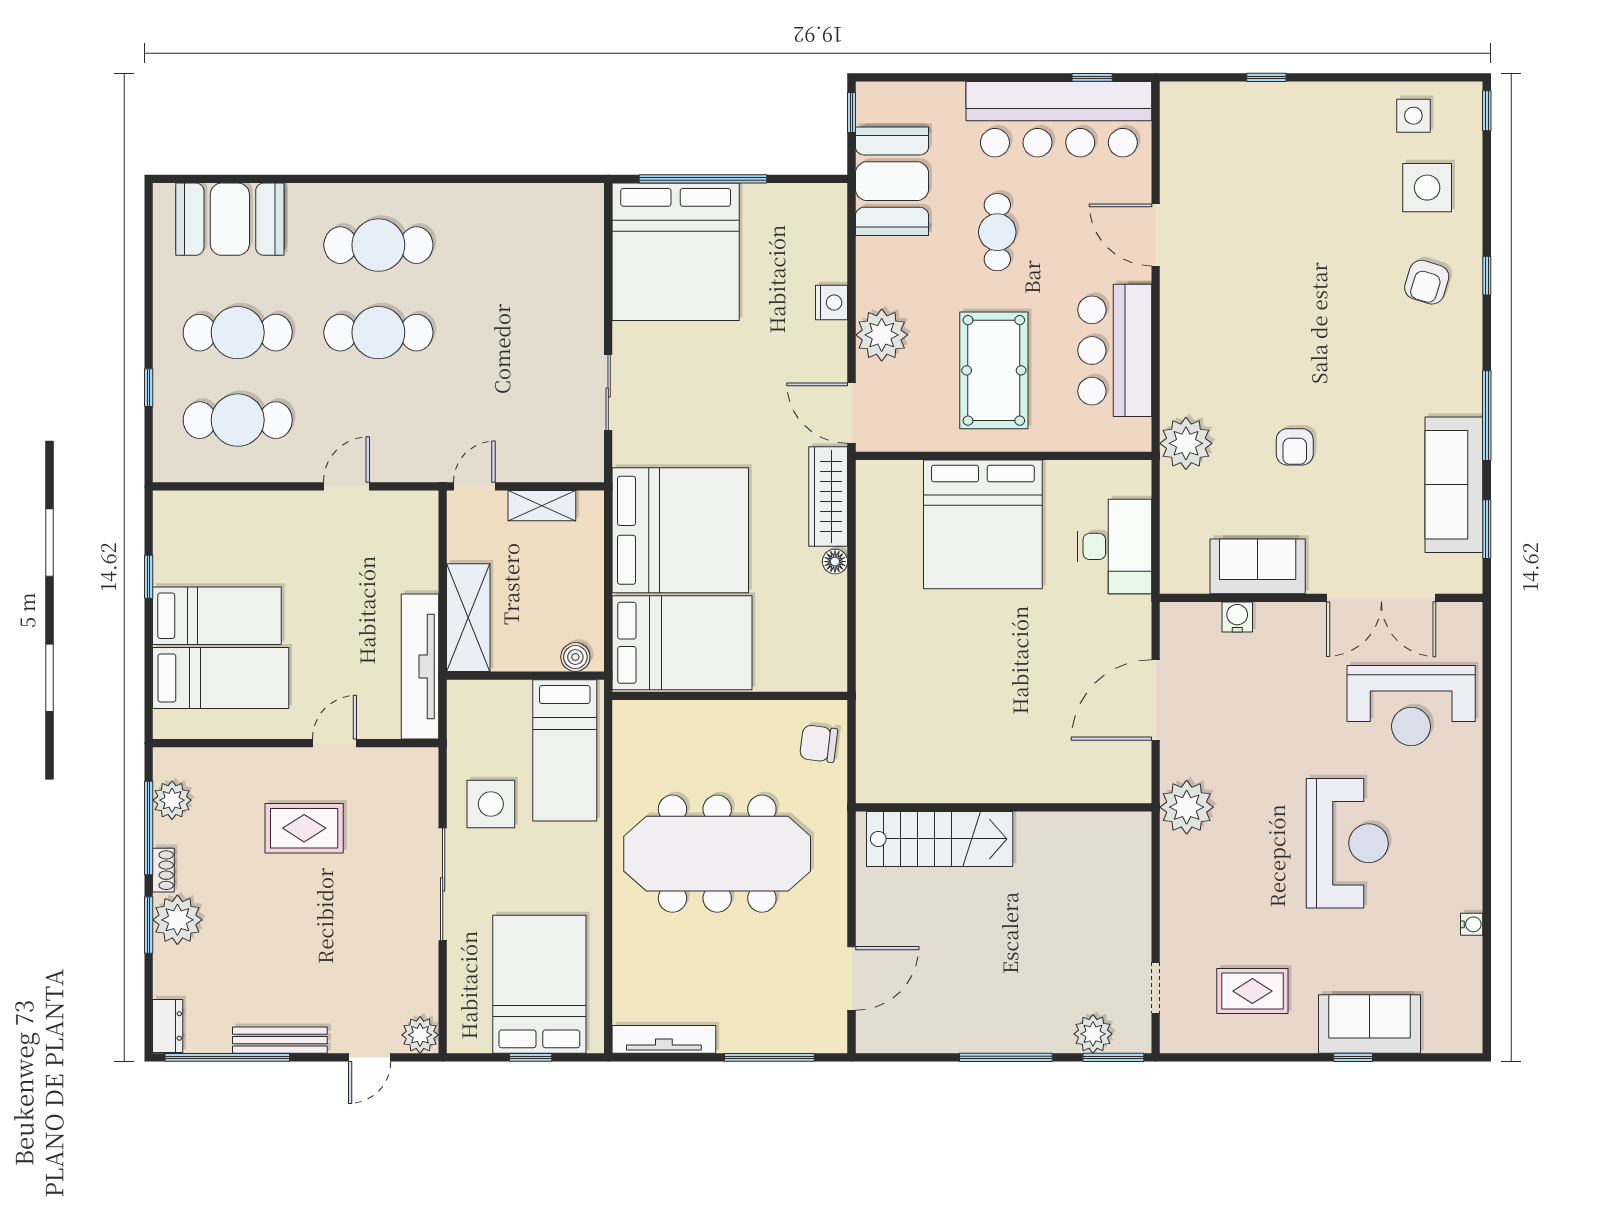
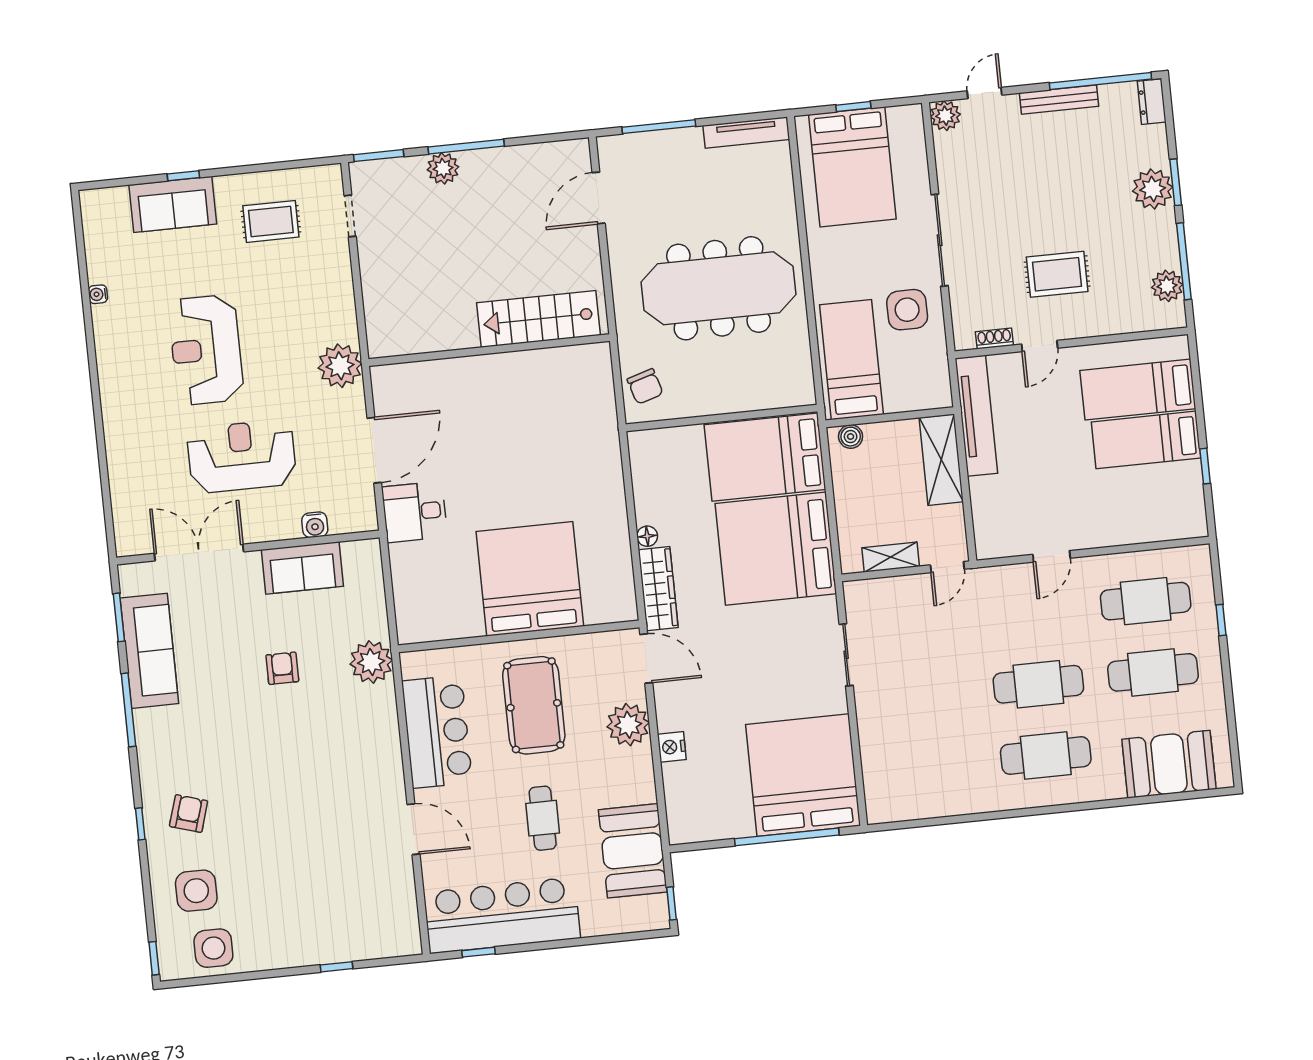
side table: (1413, 116) -> (213, 948), width x1.37, depth x1.37
desk: (1114, 546) -> (415, 512), moved, width x0.73
reception desk: (1411, 706) -> (242, 456), moved
chair: (819, 744) -> (645, 386), turned 66
shoe rack: (163, 870) -> (994, 339), moved, turned 90
plant: (1093, 1034) -> (443, 168), moved

